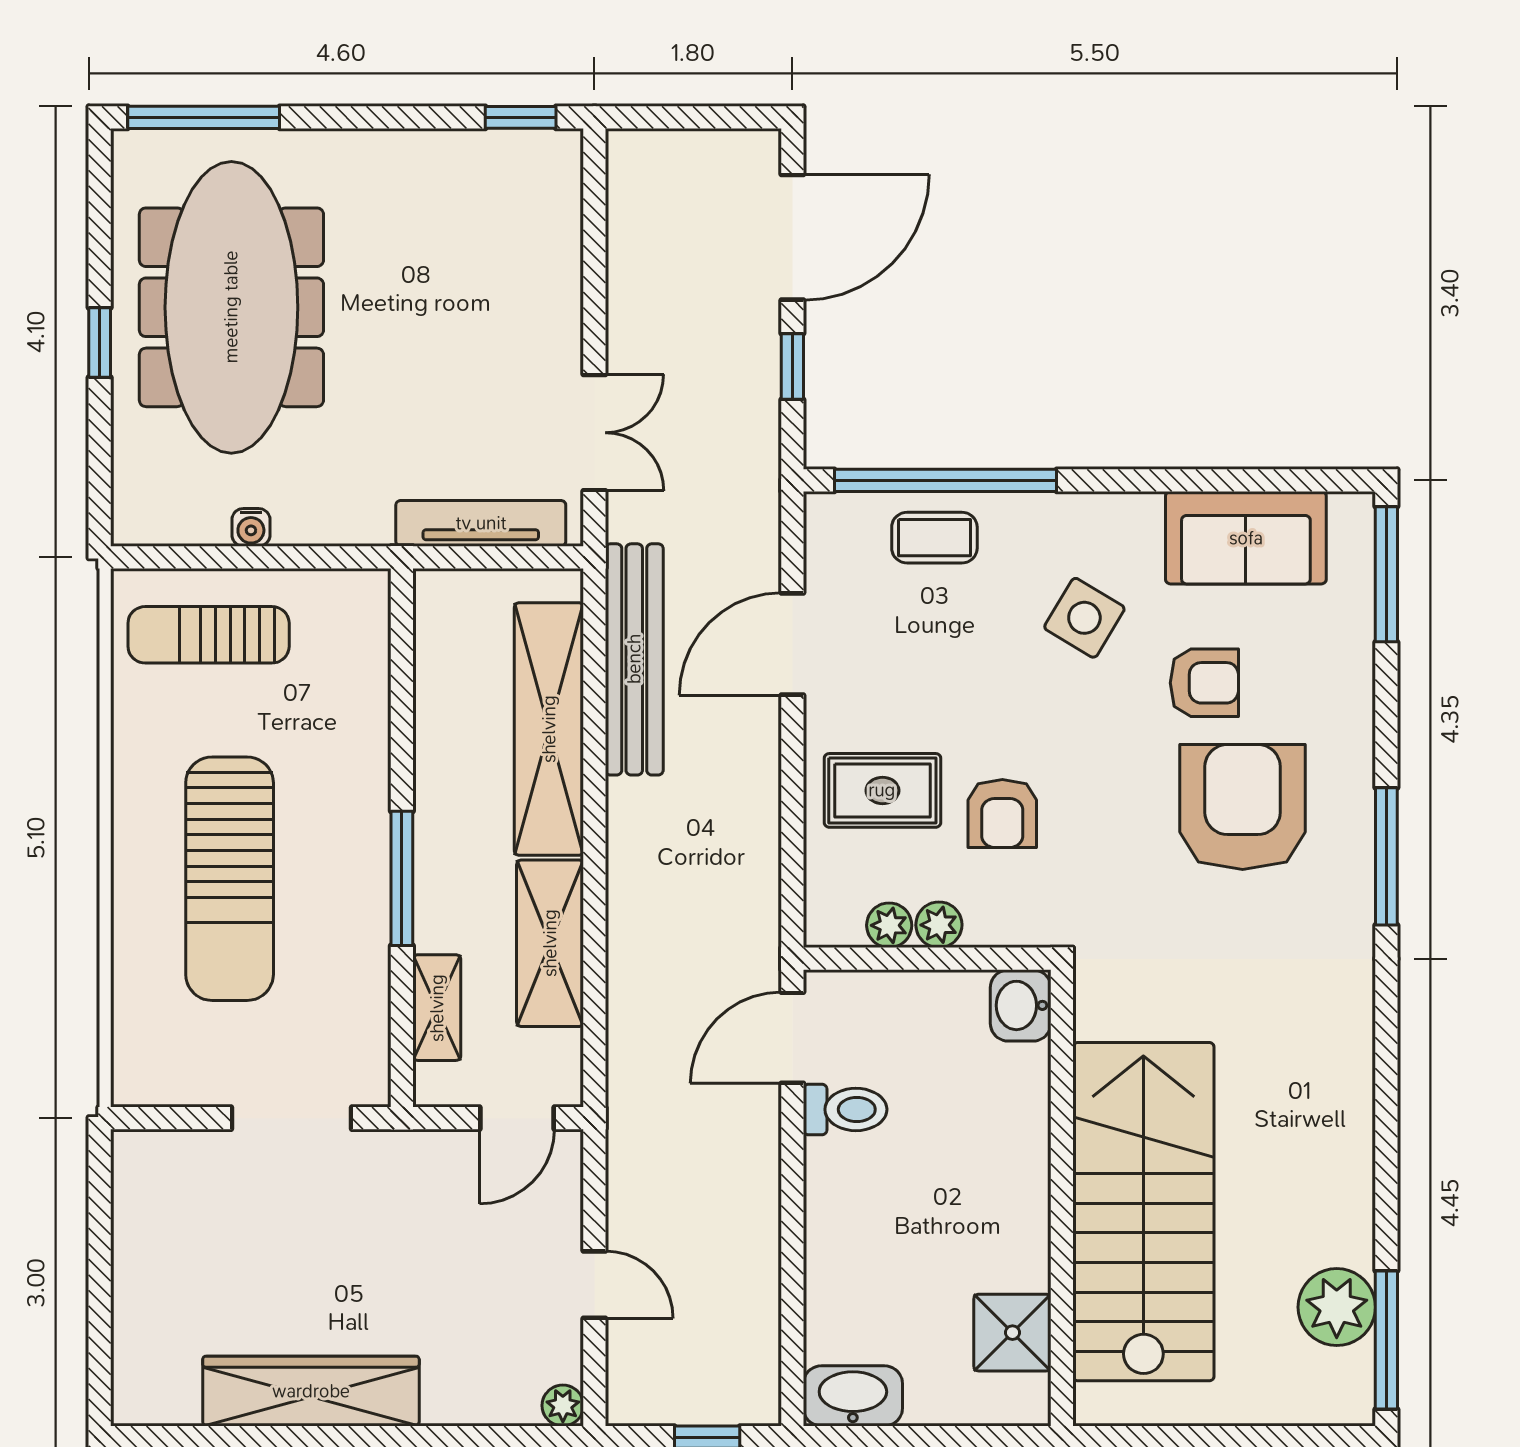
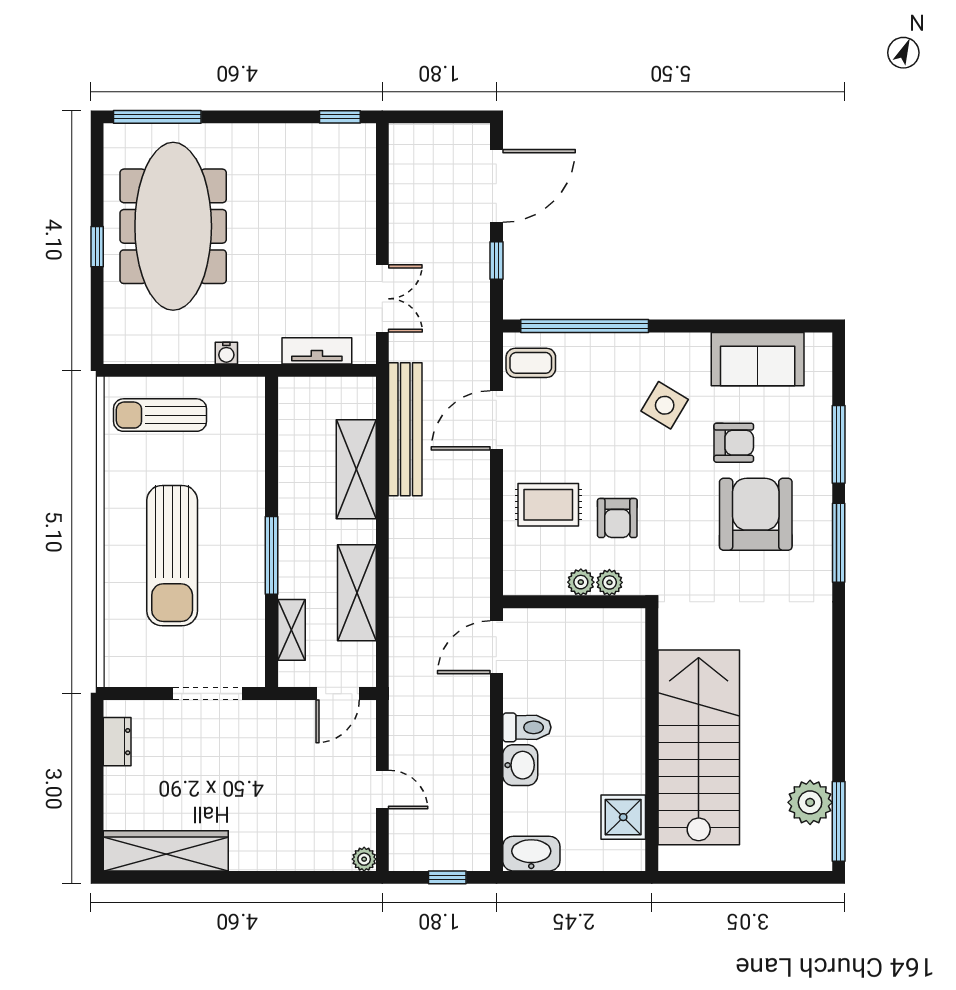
tv unit: (481, 523) -> (317, 351), width x0.71
water cooler: (251, 527) -> (226, 353), moved
coffee table: (934, 538) -> (531, 363), moved
window: (1386, 574) -> (839, 444), moved
shelving: (549, 729) -> (356, 469), width x0.68
plant: (889, 925) -> (609, 582), moved
washbasin: (1021, 1005) -> (520, 765), moved, turned 180
toilet: (845, 1109) -> (527, 727), moved
dresser: (134, 1202) -> (117, 742), added
wardrobe: (311, 1391) -> (166, 851), moved

